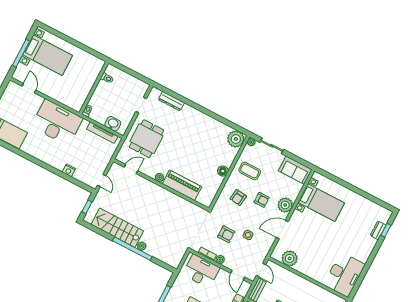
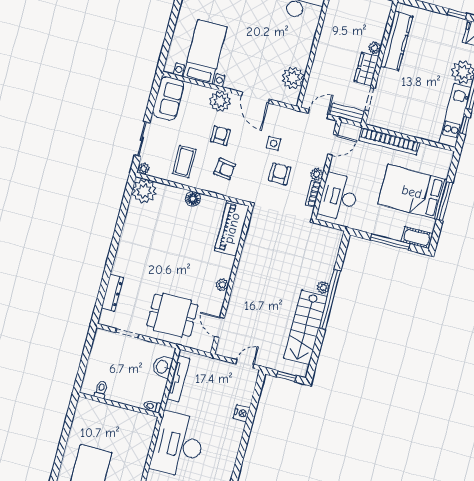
piano: (182, 185) -> (232, 228), moved

